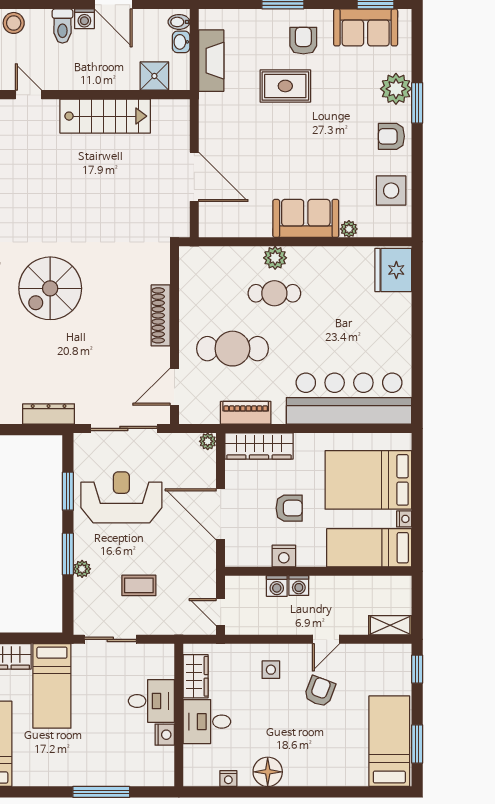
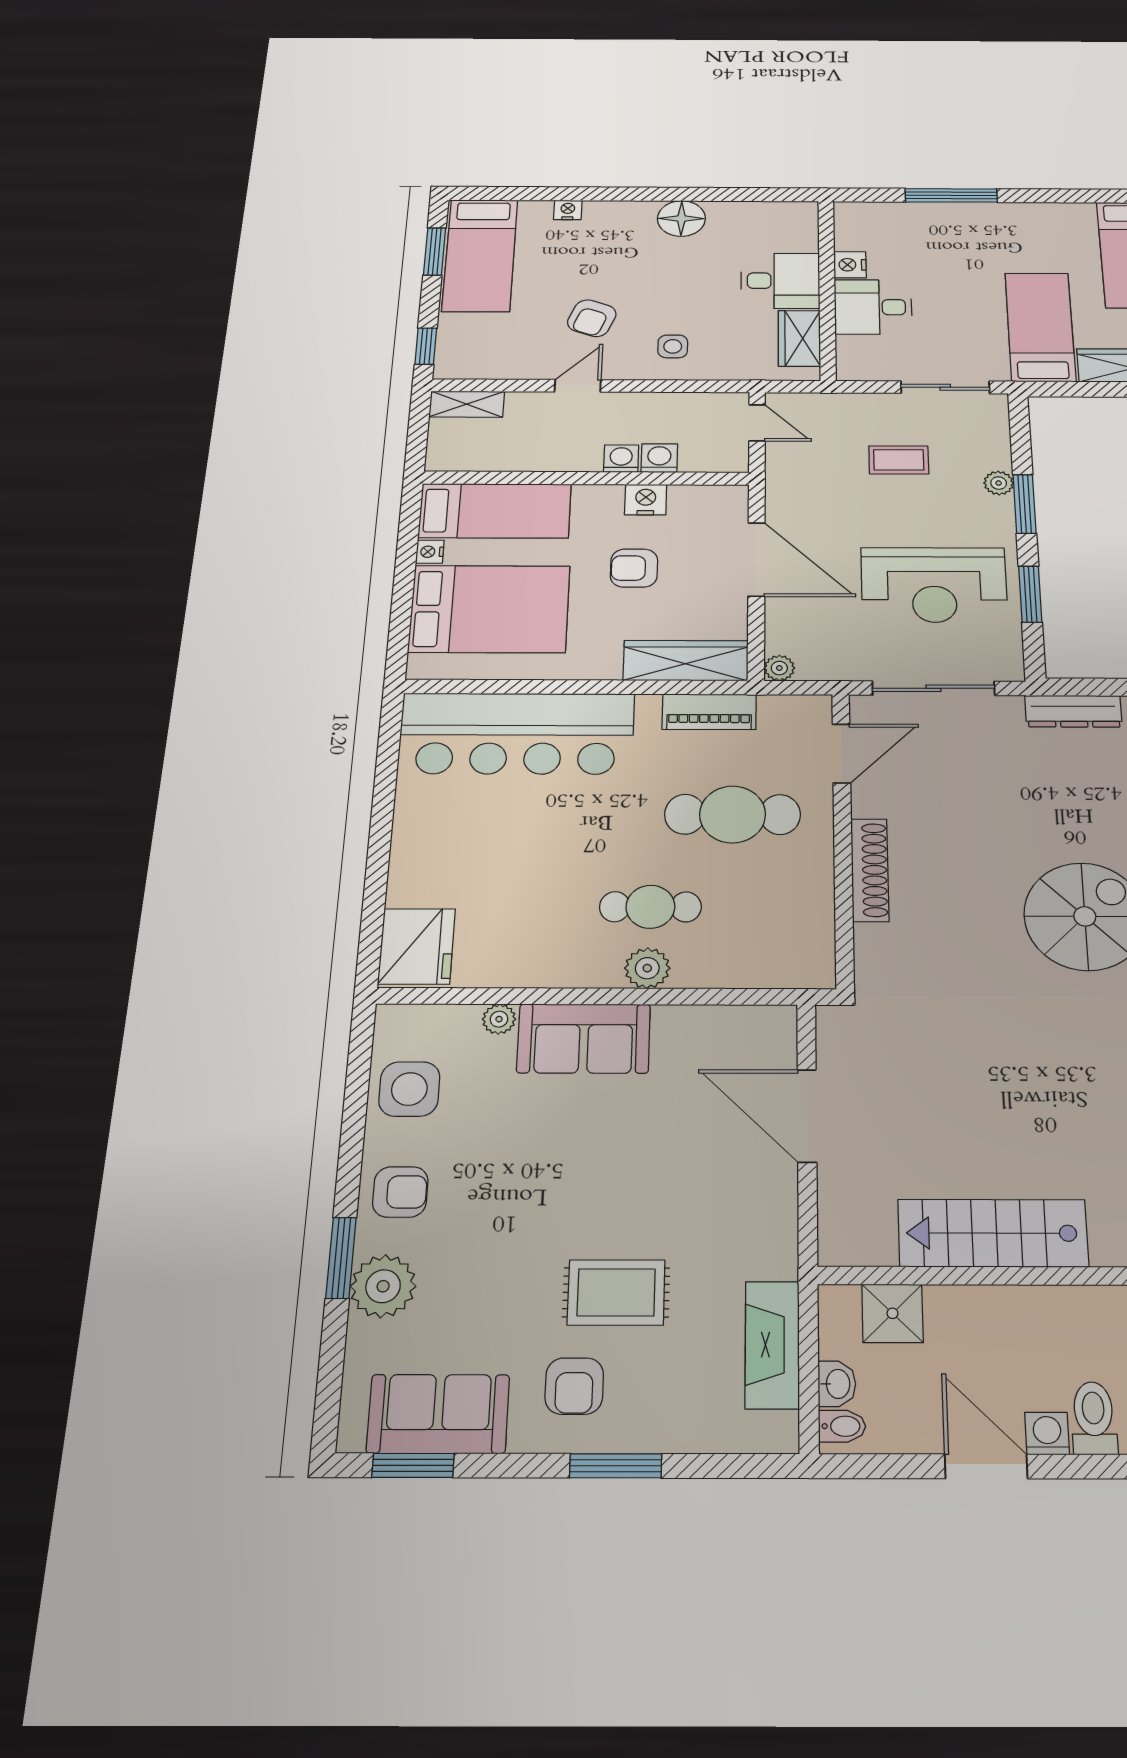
nightstand: (228, 779) -> (568, 210), moved

